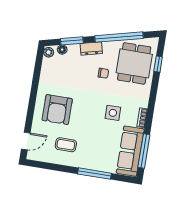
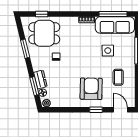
window: (119, 37) -> (25, 49), width x0.47
dresser: (91, 49) -> (40, 79), moved
armchair: (57, 110) -> (91, 89), turned -89
window: (31, 111) -> (96, 110), added
side table: (113, 113) -> (108, 51), moved

